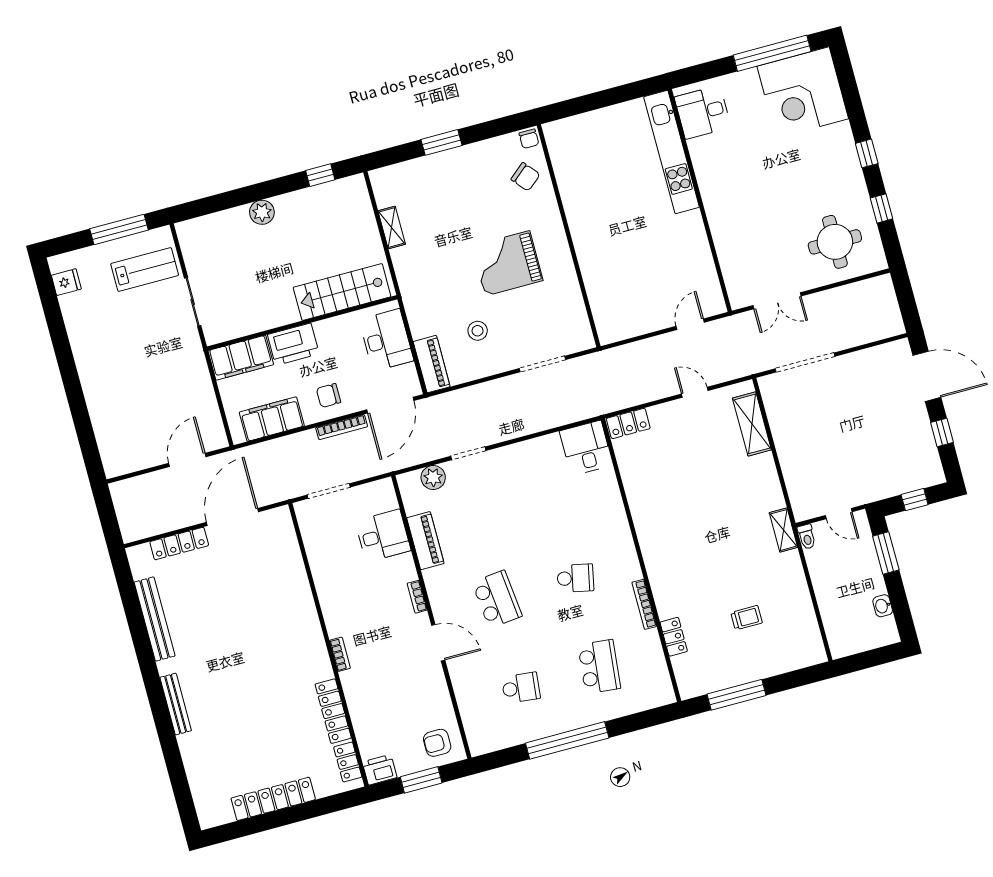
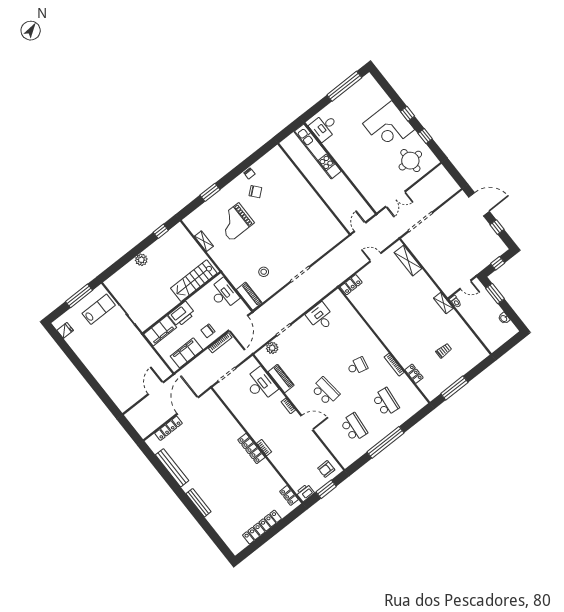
corner desk: (803, 92) -> (389, 127), moved
wall: (569, 236) -> (314, 189), moved
grand piano: (507, 263) -> (235, 222), moved
desk: (586, 448) -> (321, 317), moved
desk: (383, 536) -> (261, 385), width x1.37
school desk: (521, 688) -> (354, 427), width x1.85
locker: (333, 711) -> (251, 449), moved

